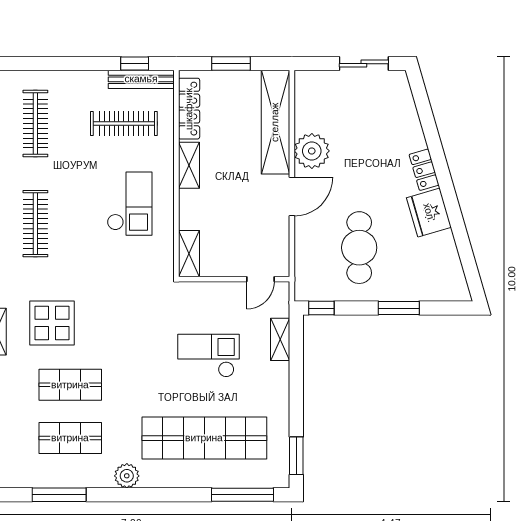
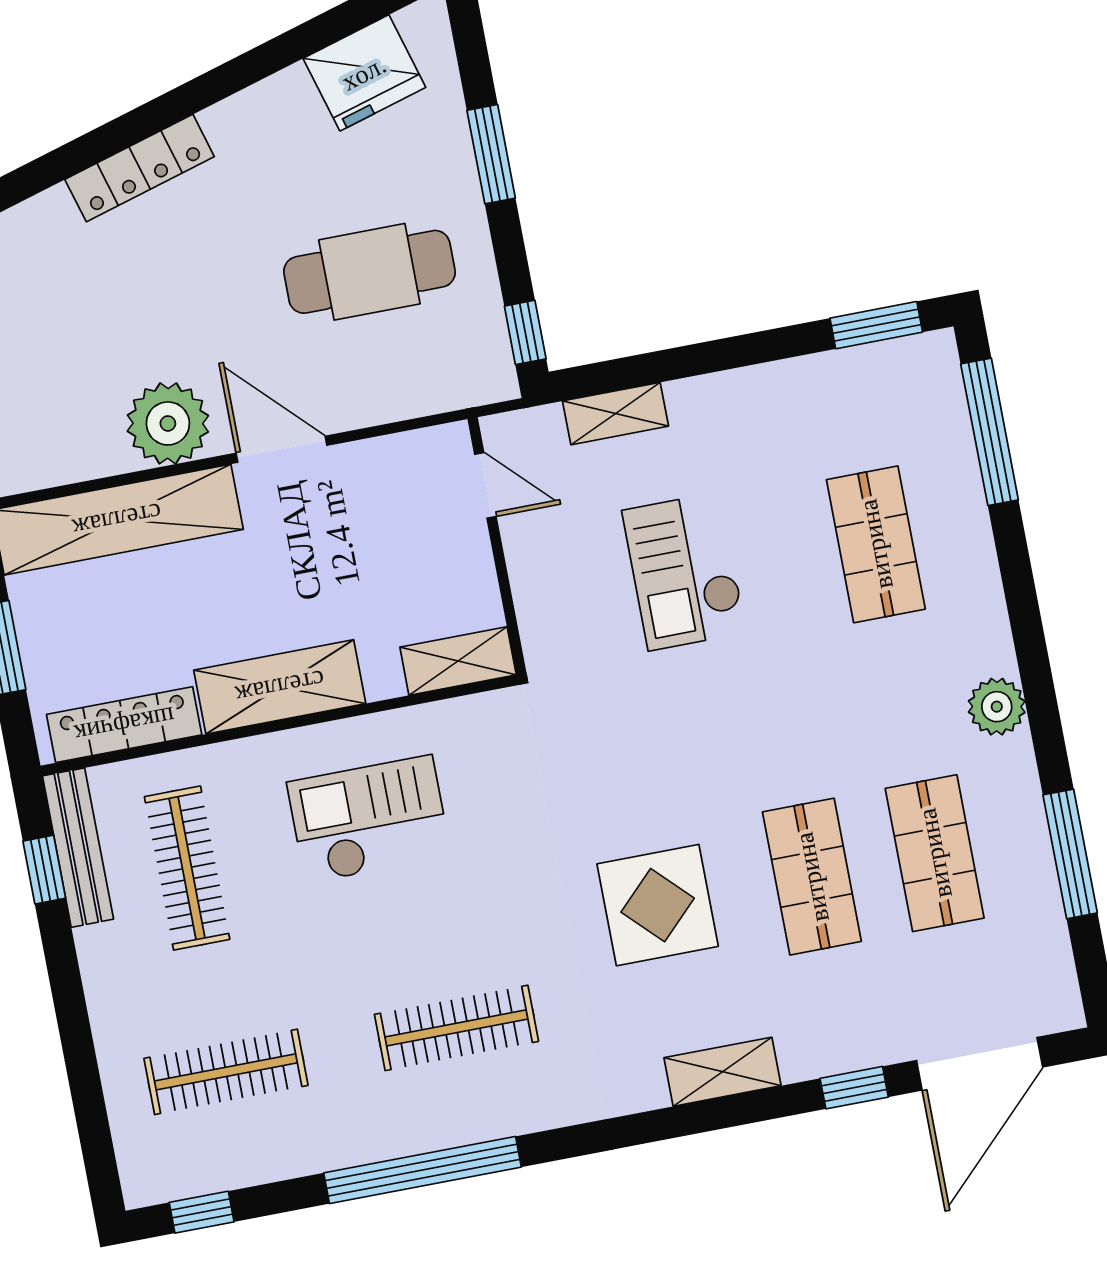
shelving: (189, 165) -> (280, 687), width x1.50, depth x1.33
locker: (424, 170) -> (140, 168), width x1.53
fridge: (429, 213) -> (364, 73), moved
display table: (52, 323) -> (658, 905), moved
shop shelf: (204, 438) -> (876, 544), width x0.50, depth x0.74

